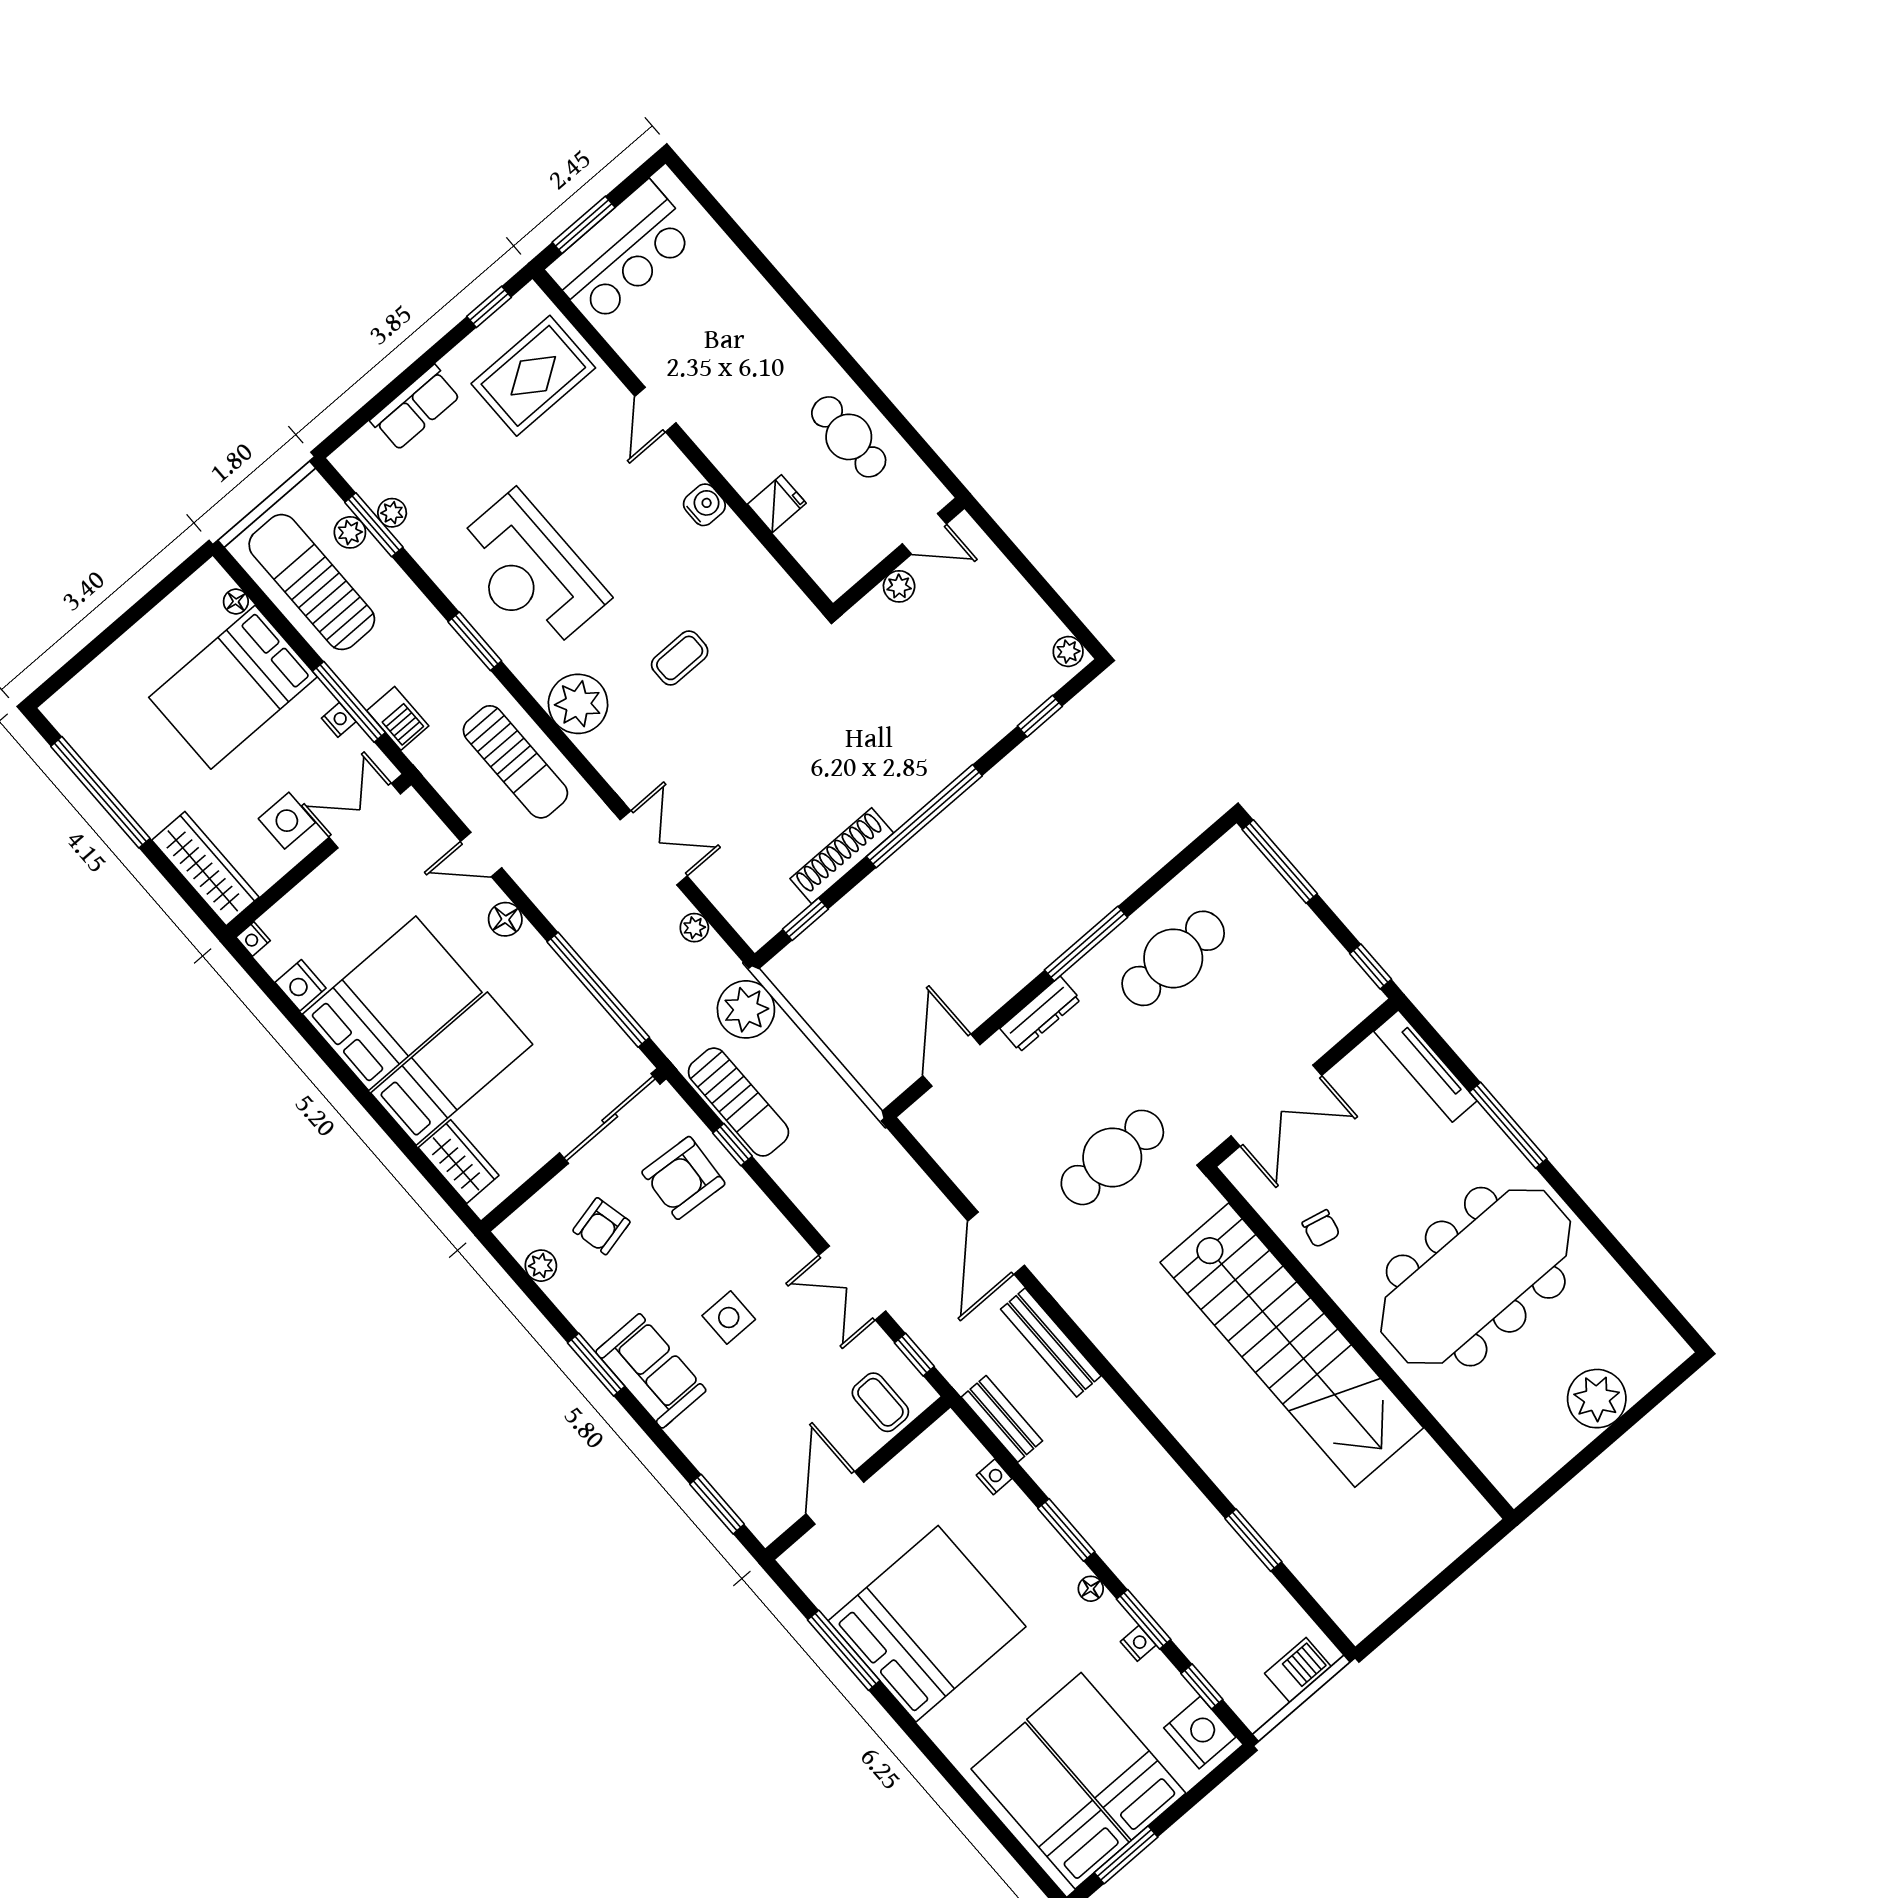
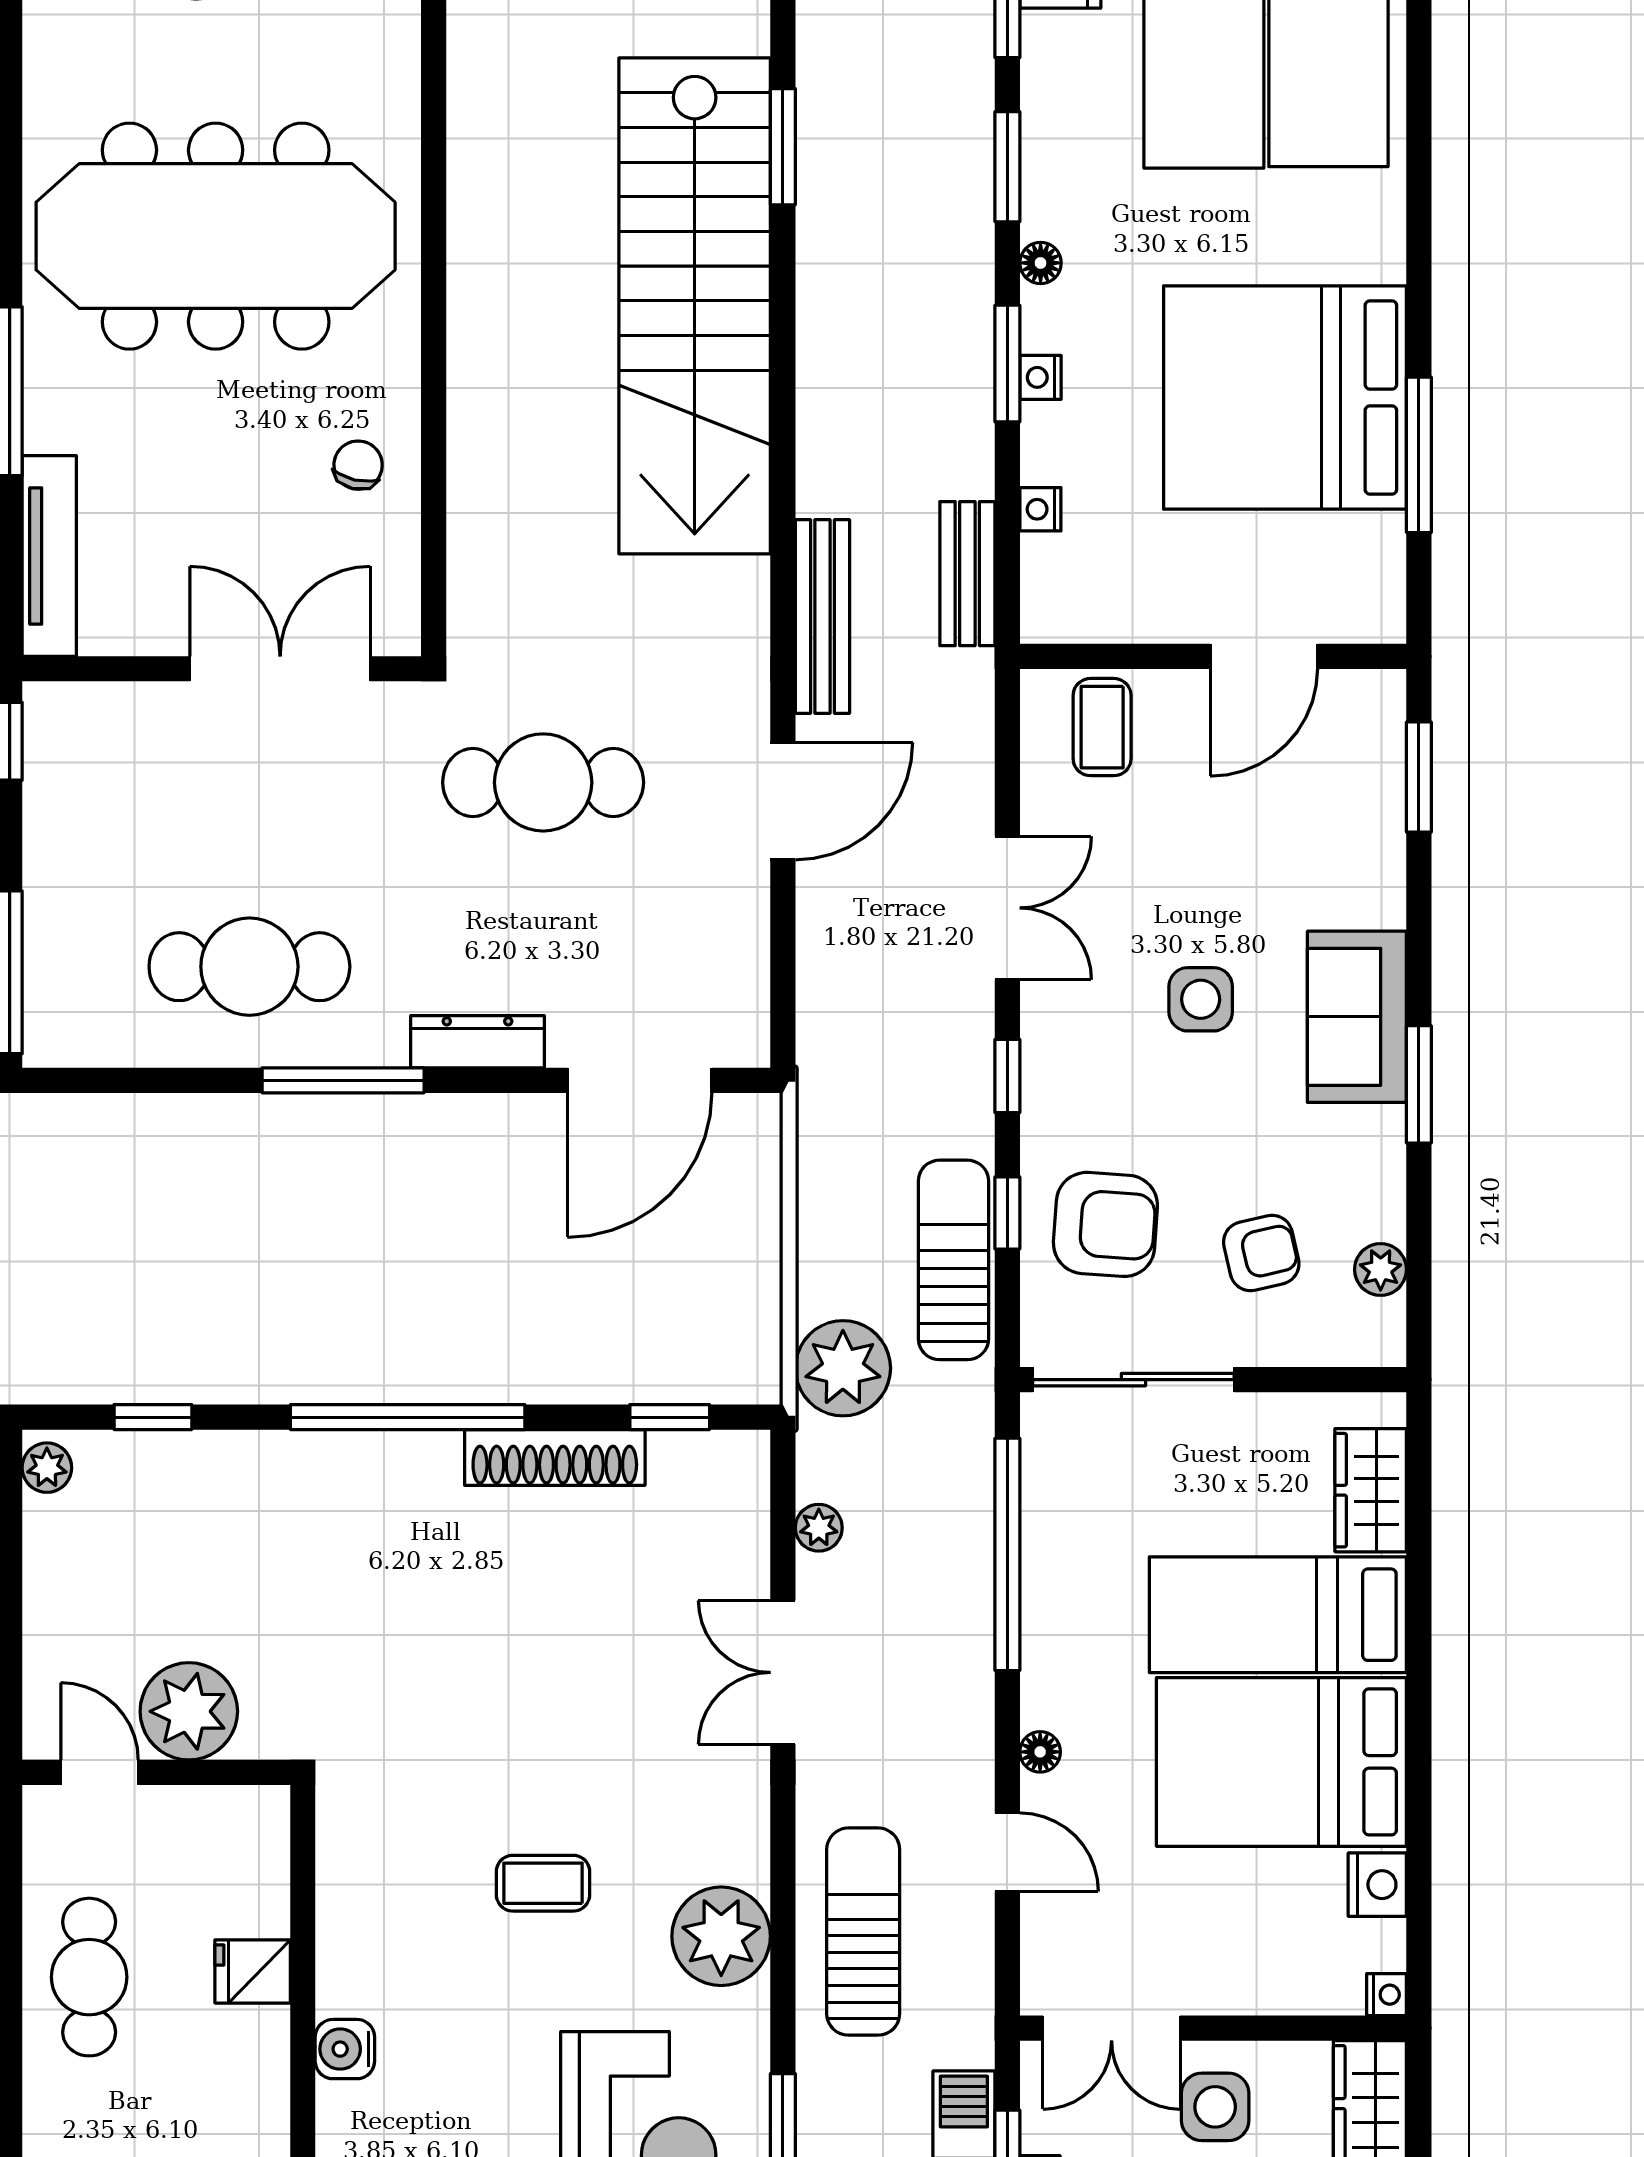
plant: (899, 586) -> (189, 1711), width x1.88, depth x1.88
floor lamp: (505, 919) -> (1040, 1752), width x0.73, depth x0.73
door: (951, 1060) -> (640, 1080), width x1.36
stairs: (1292, 1345) -> (695, 306), moved, turned 180
window: (914, 1355) -> (1007, 1076), moved
nightstand: (1138, 1643) -> (1041, 377), moved

